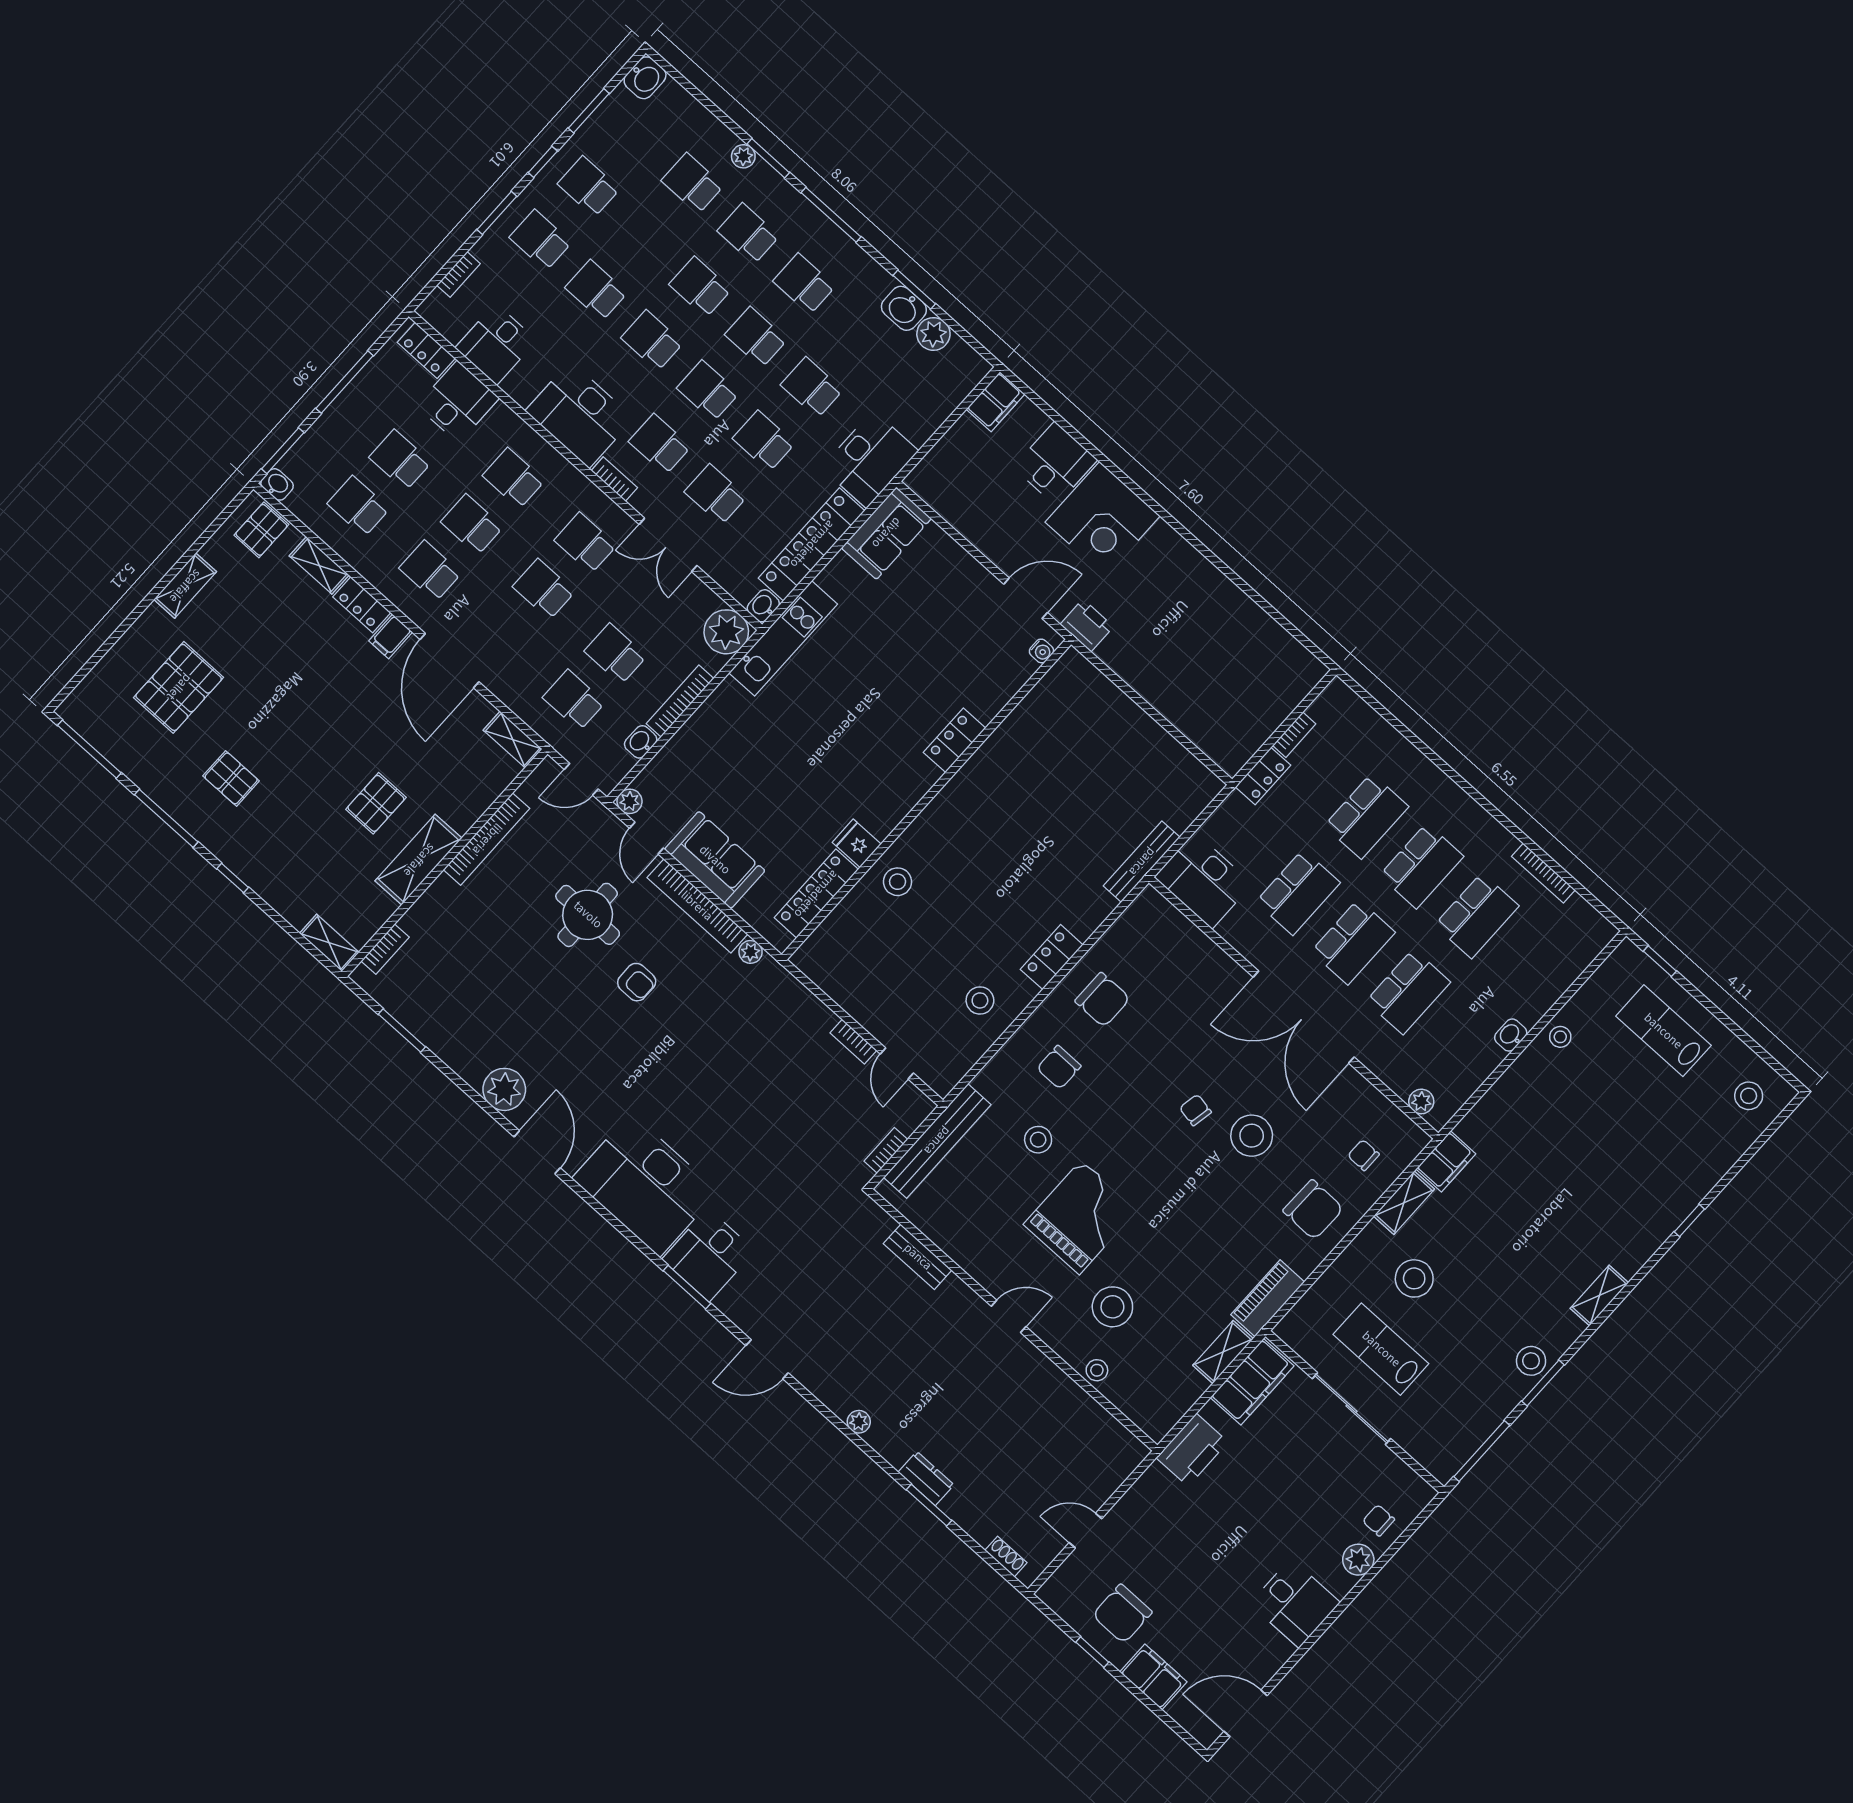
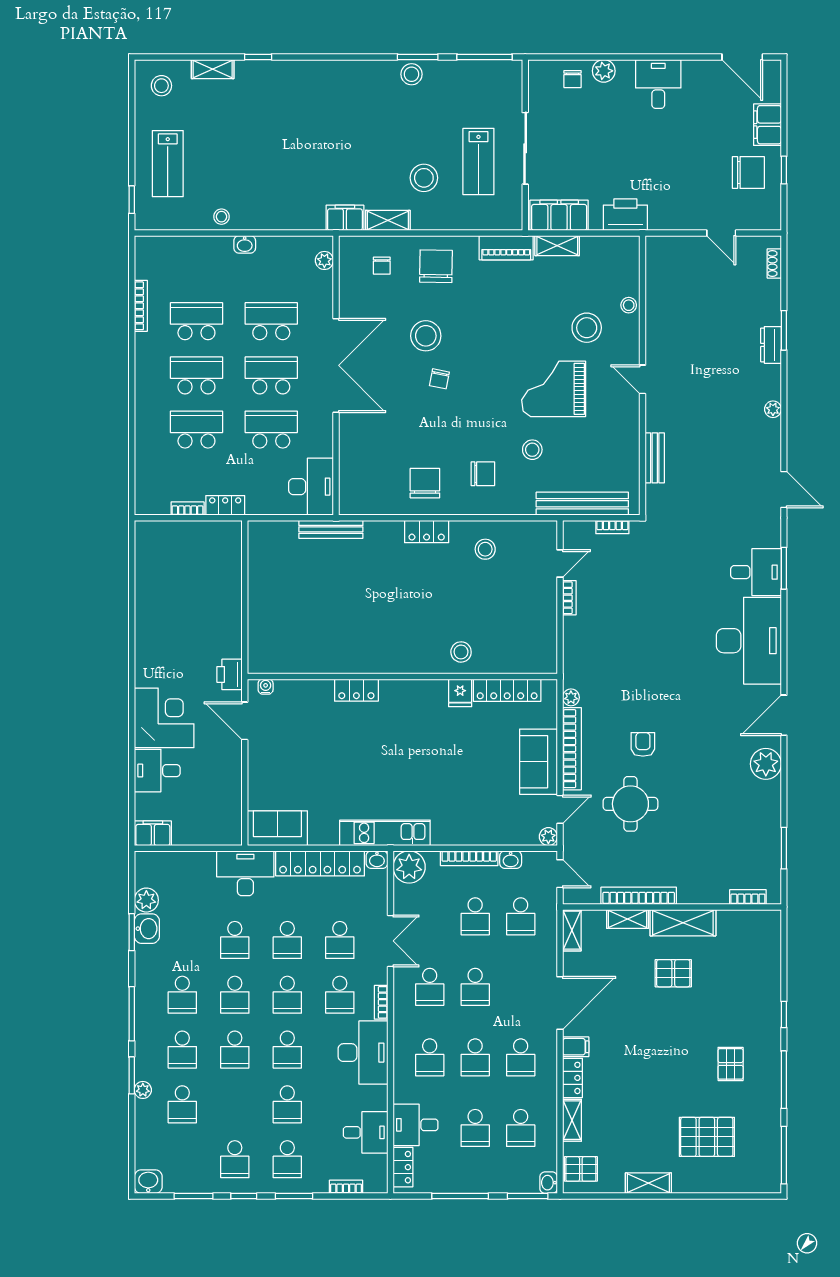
shelving: (329, 943) -> (627, 919), moved, turned 90
shelving: (1599, 1295) -> (213, 69), moved

